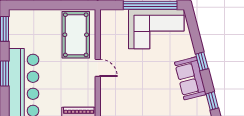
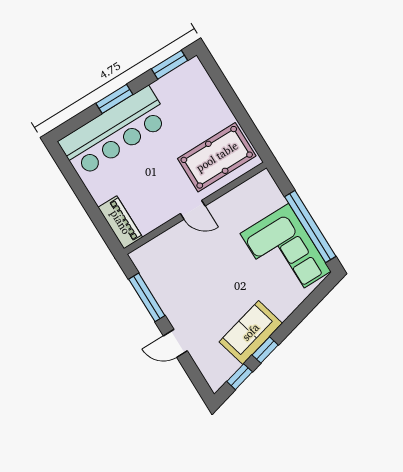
window: (202, 61) -> (265, 350), moved
door: (98, 68) -> (193, 210), hinge flipped

